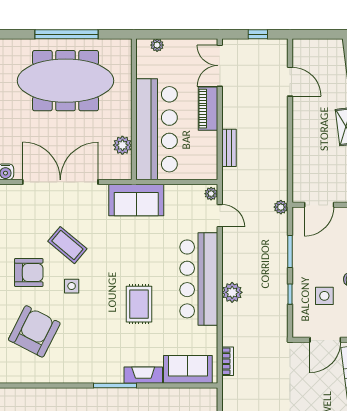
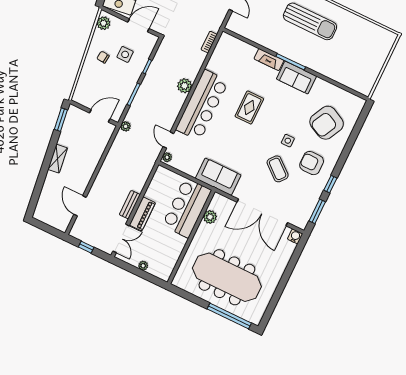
window: (67, 34) -> (229, 316), moved
plant: (157, 45) -> (143, 266), moved
bar counter: (157, 129) -> (187, 208), width x0.73
bench: (229, 148) -> (130, 205), moved
sofa: (188, 369) -> (296, 78), moved

